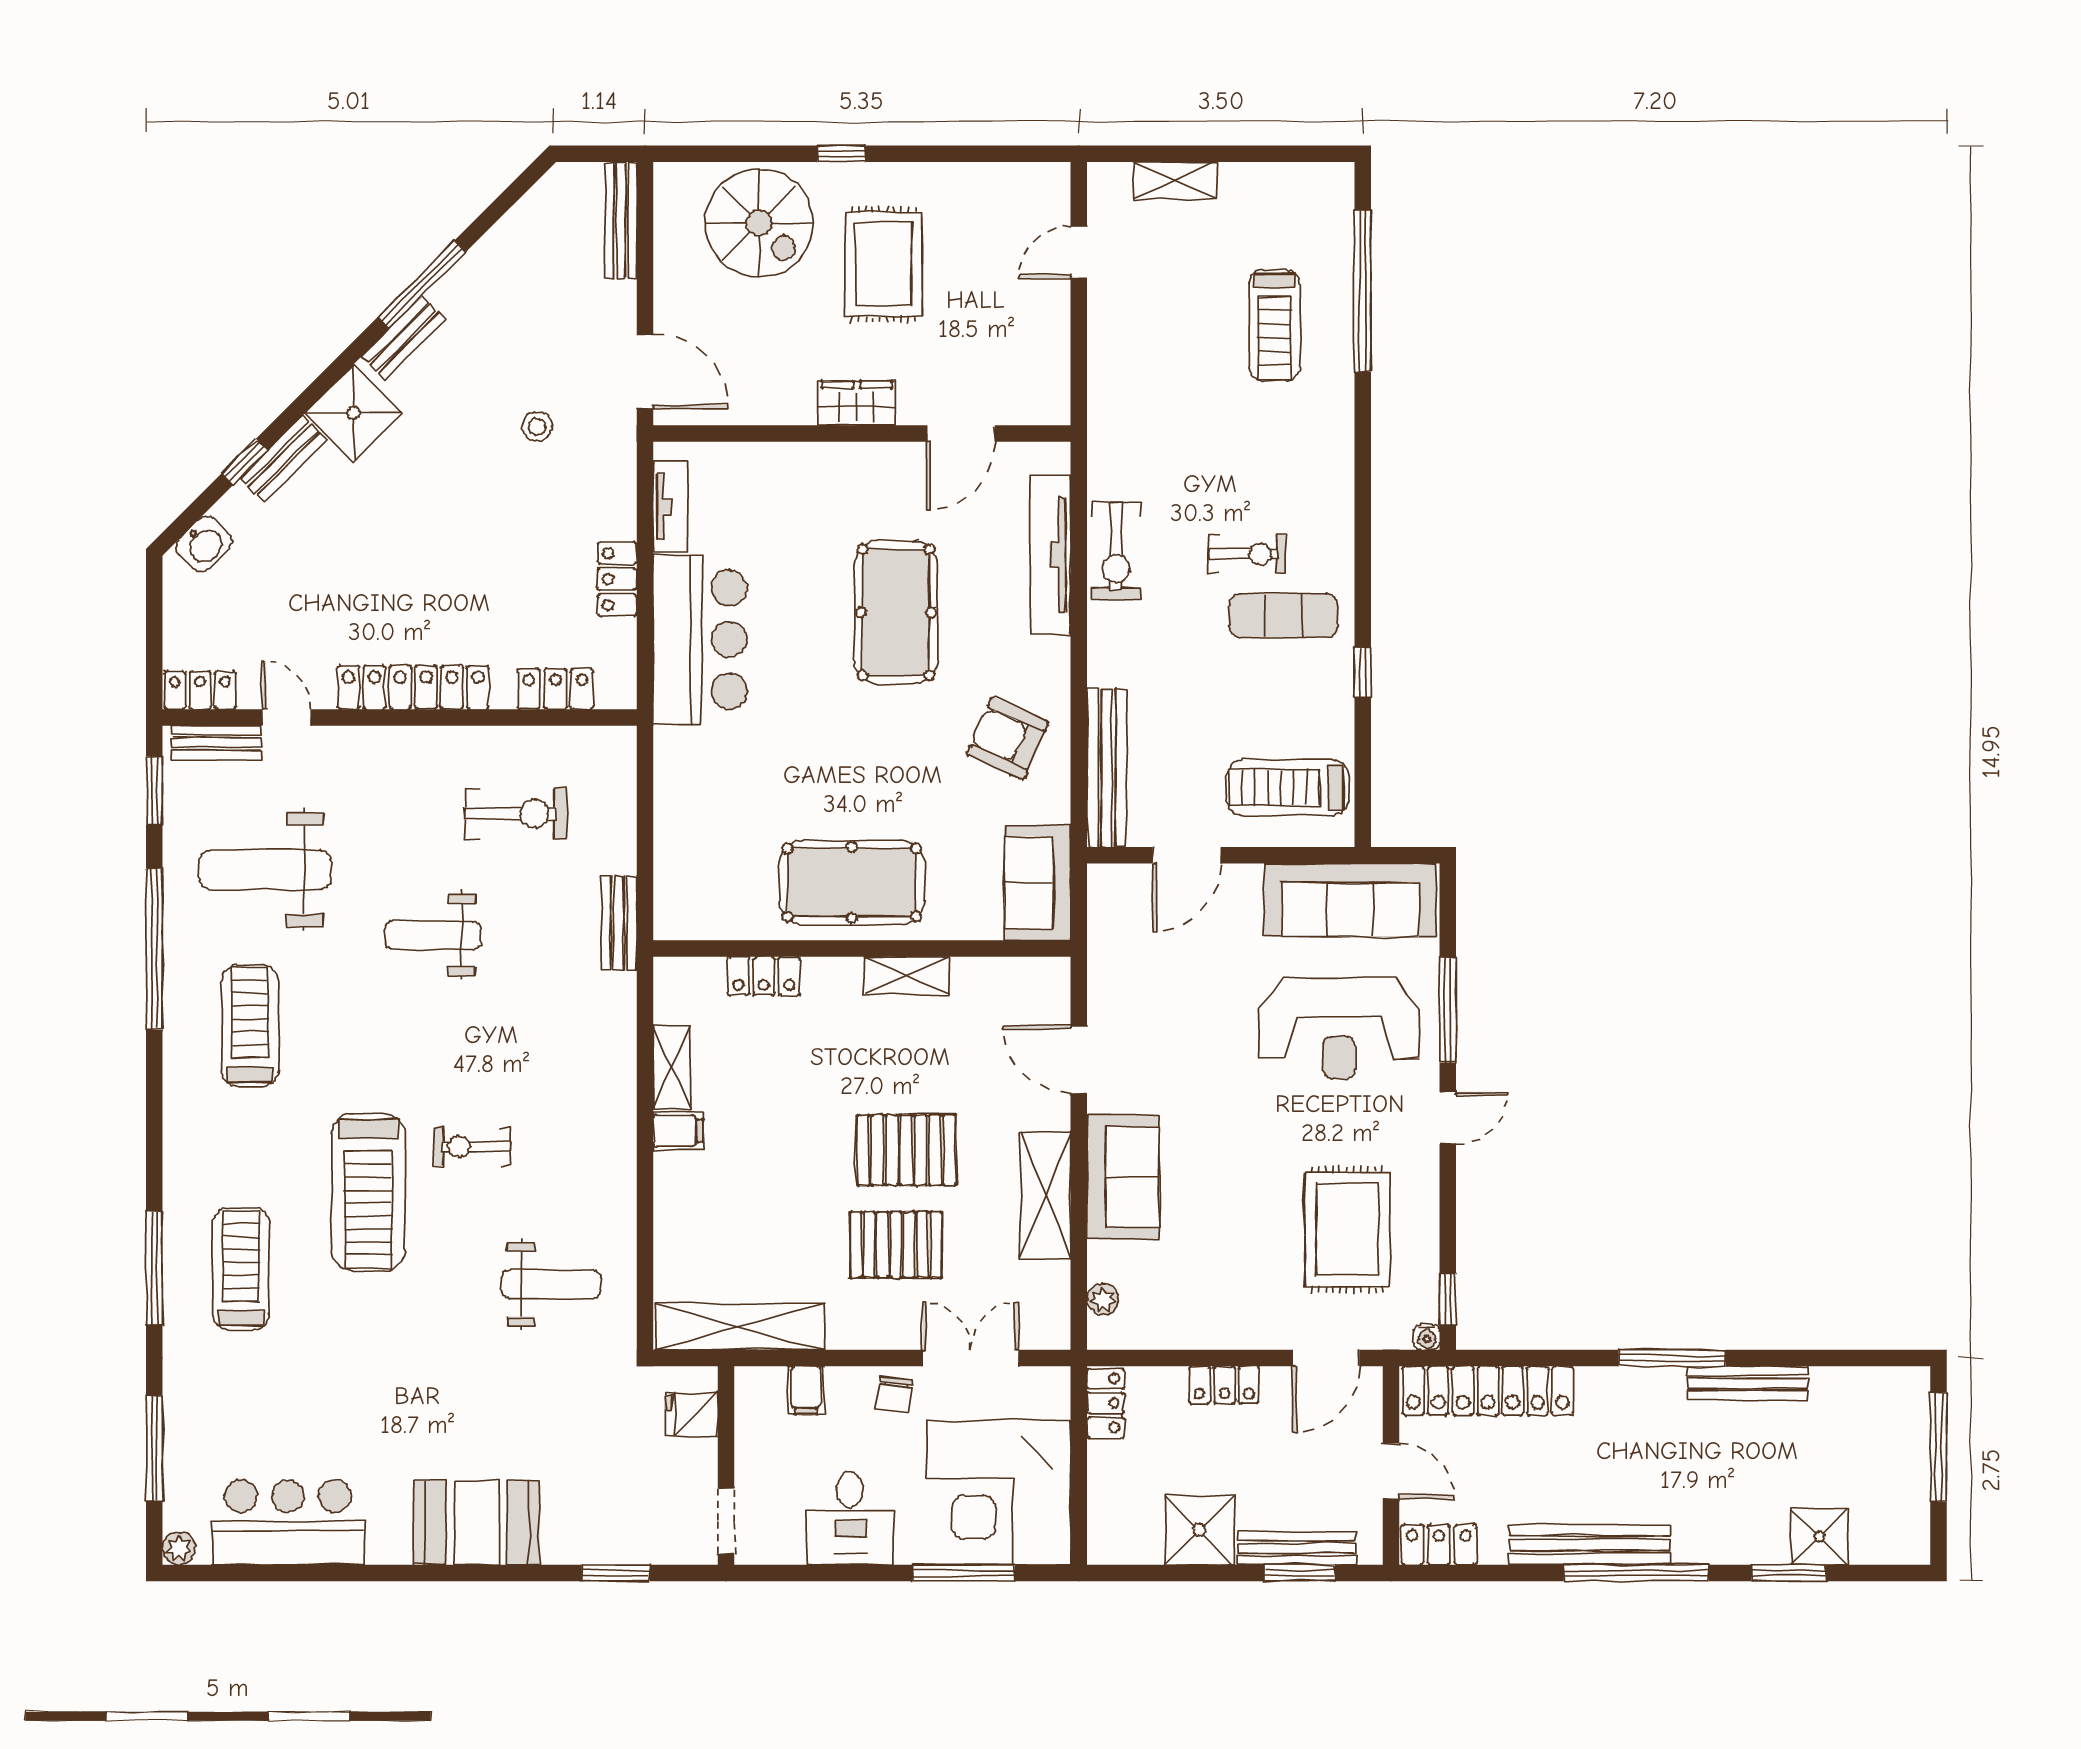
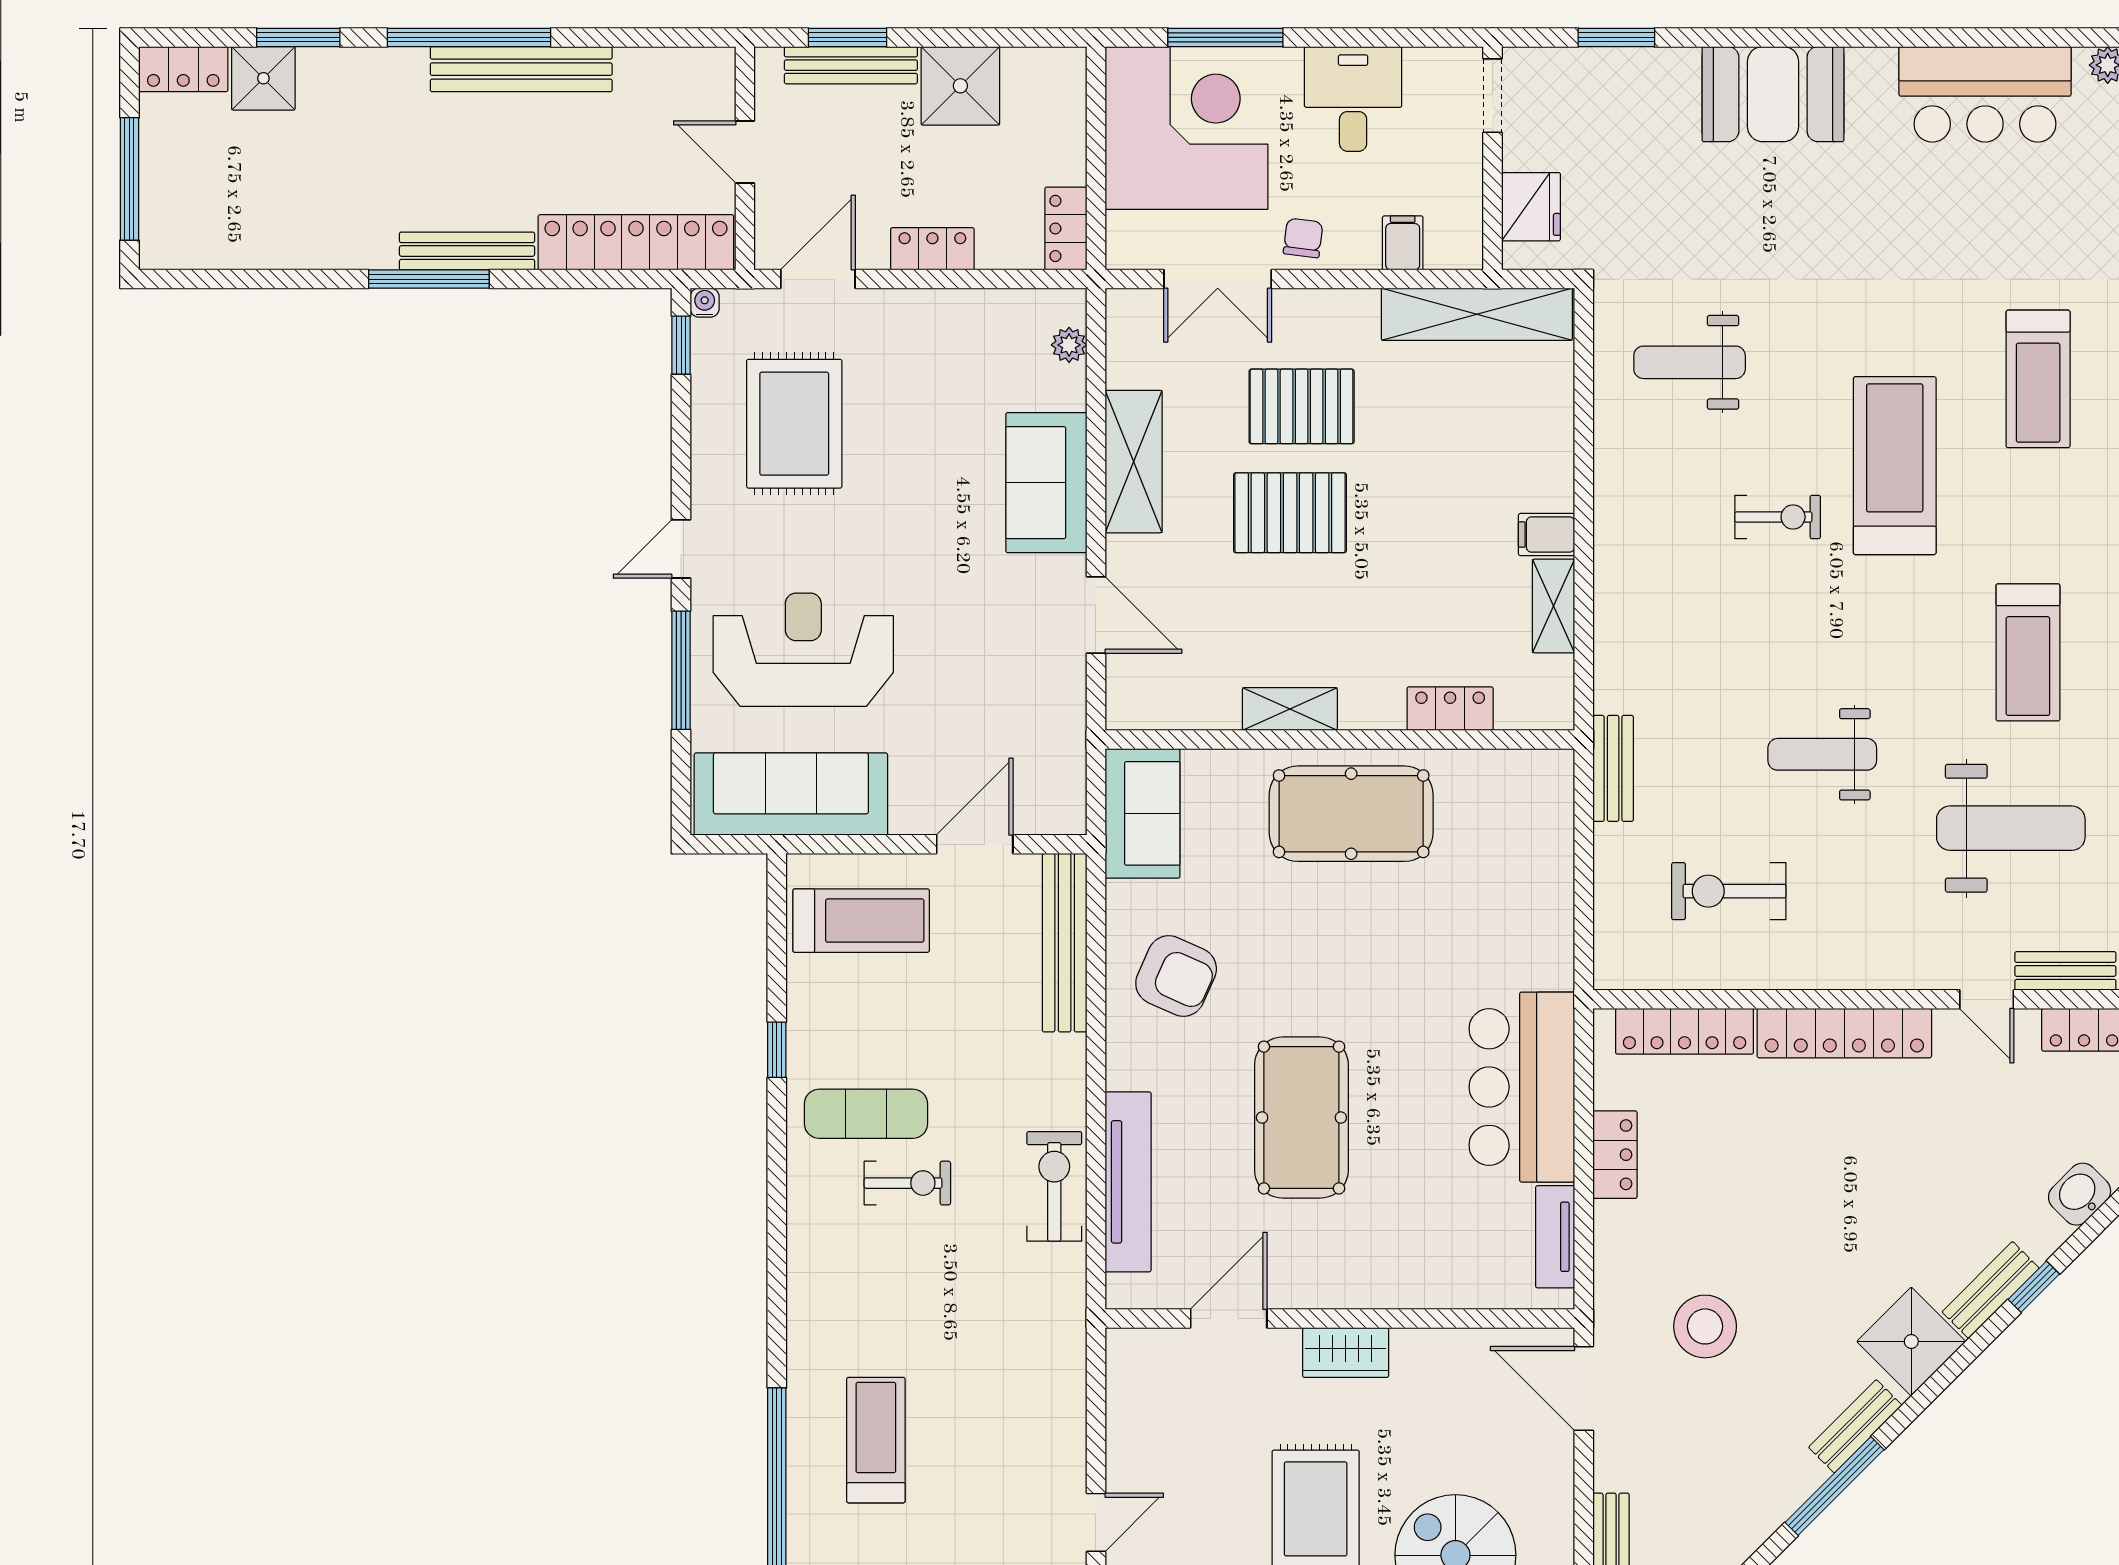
stool: (537, 426) -> (1705, 1326), width x1.89, depth x1.89
exercise bike: (1247, 554) -> (907, 1183), turned 180
locker: (555, 689) -> (1685, 1031), width x1.53
weight bench: (433, 935) -> (1822, 754), turned 180
bench: (1748, 1383) -> (467, 251), moved
fridge: (692, 1414) -> (1531, 207), width x1.38
locker: (1439, 1545) -> (183, 69), moved

